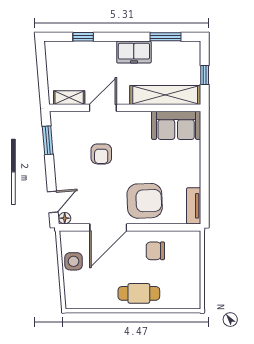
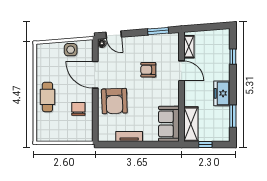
shelving: (165, 95) -> (191, 124), width x0.68
tv unit: (194, 206) -> (129, 137), moved

